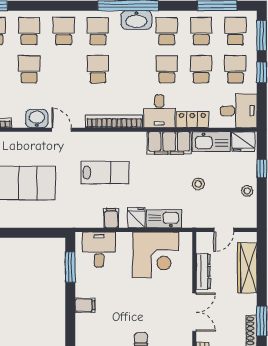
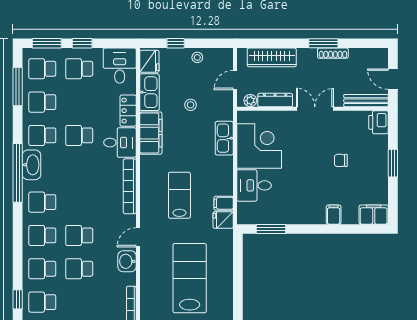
school desk: (98, 69) -> (79, 235), moved
school desk: (201, 69) -> (79, 102), removed
filing cabinet: (111, 218) -> (224, 203), moved
fridge: (136, 218) -> (223, 220), moved
door: (224, 230) -> (235, 80), swing flipped
plant: (203, 246) -> (250, 101), added
desk: (99, 249) -> (254, 185), moved
filing cabinet: (85, 305) -> (334, 215), moved

